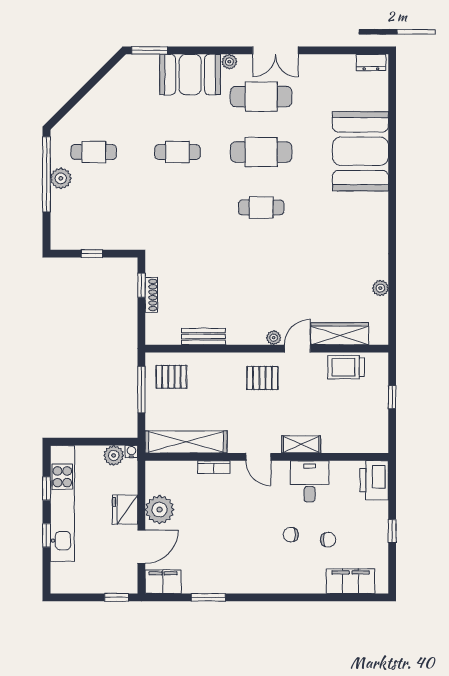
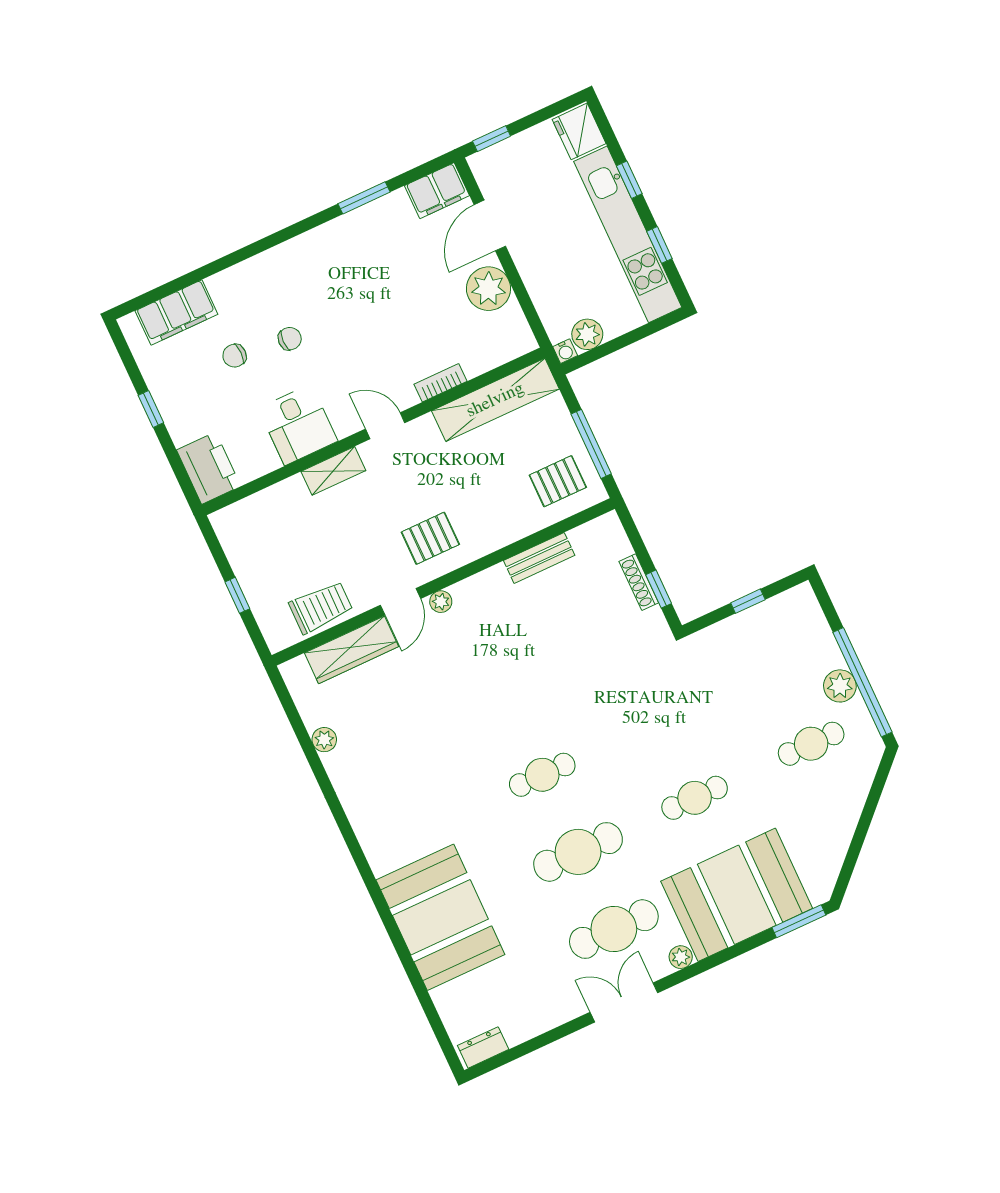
booth: (190, 75) -> (737, 895), width x1.36, depth x1.42
fridge: (125, 510) -> (579, 131), moved, turned 180

